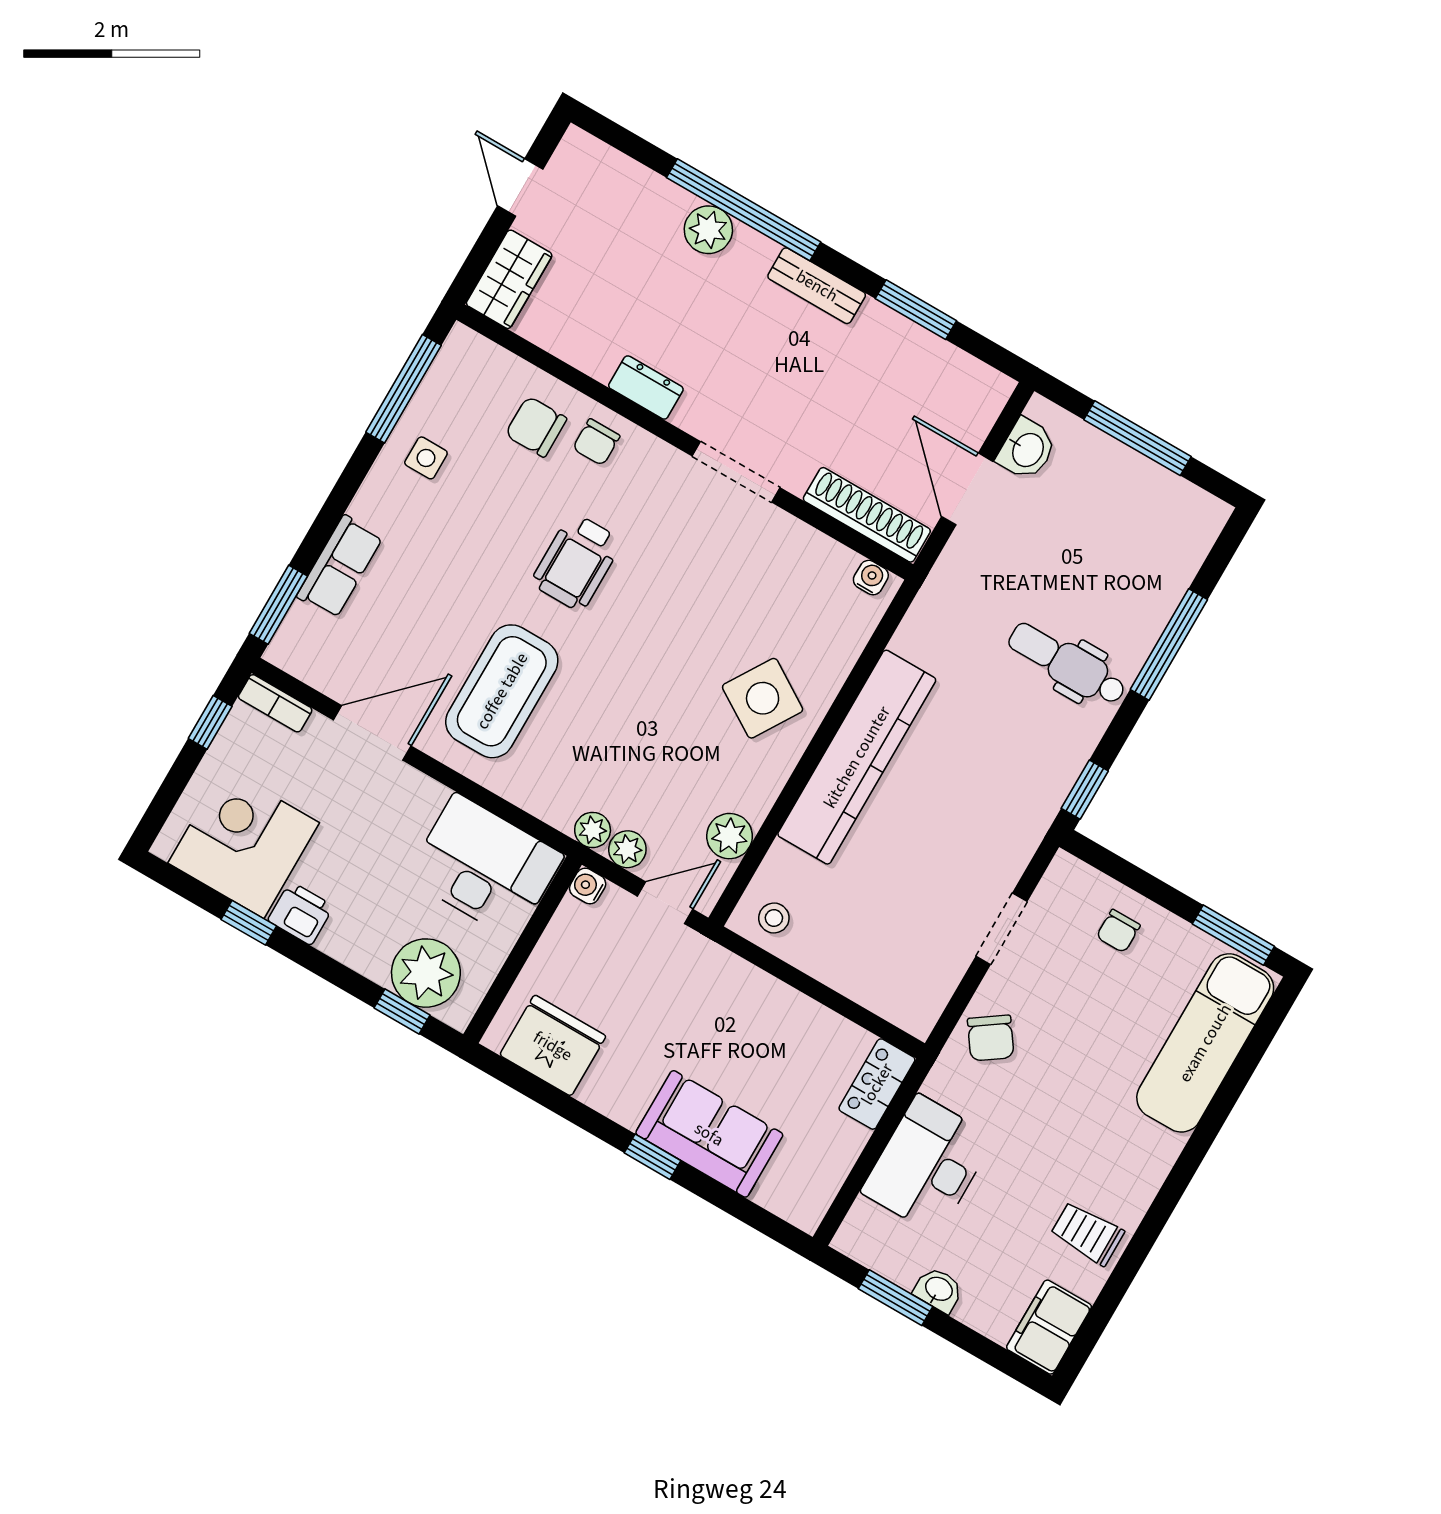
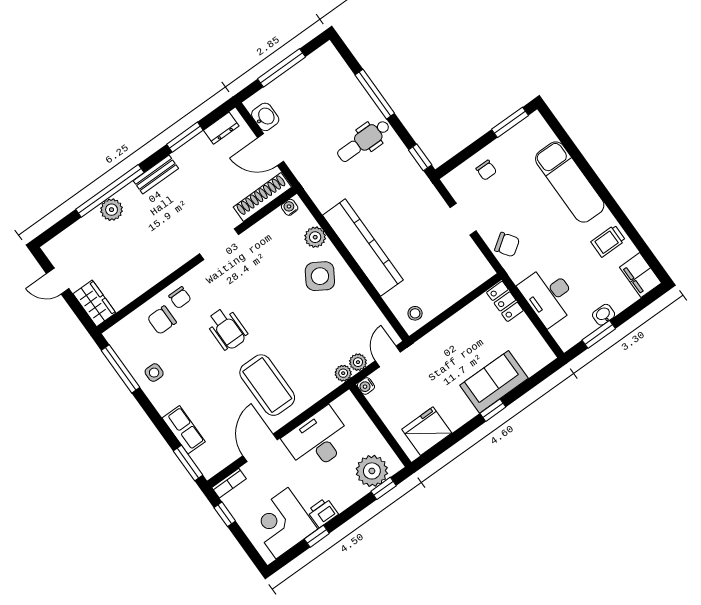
dresser: (646, 388) -> (221, 128), moved, turned 180
plant: (730, 836) -> (315, 237), moved
desk: (485, 866) -> (318, 440), moved
exam couch: (1205, 1043) -> (570, 182), moved

